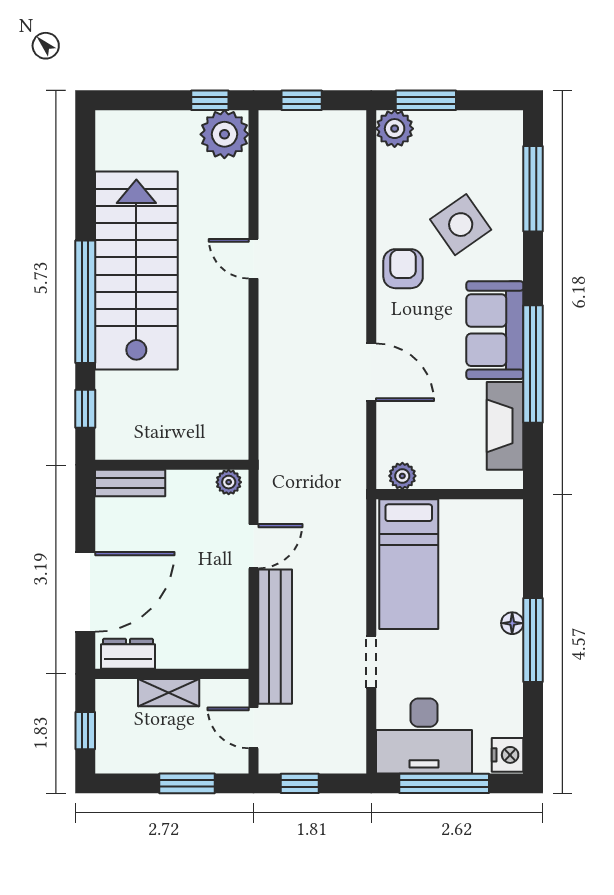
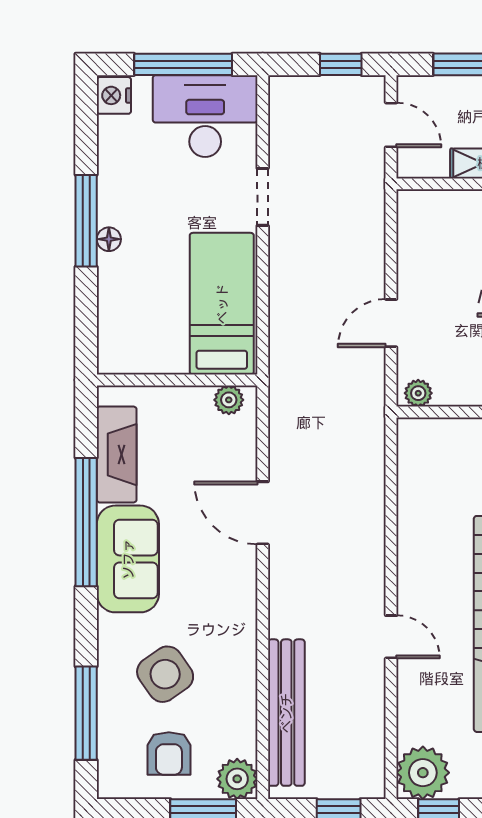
armchair: (403, 269) -> (169, 753), moved
bench: (275, 637) -> (286, 713), moved

